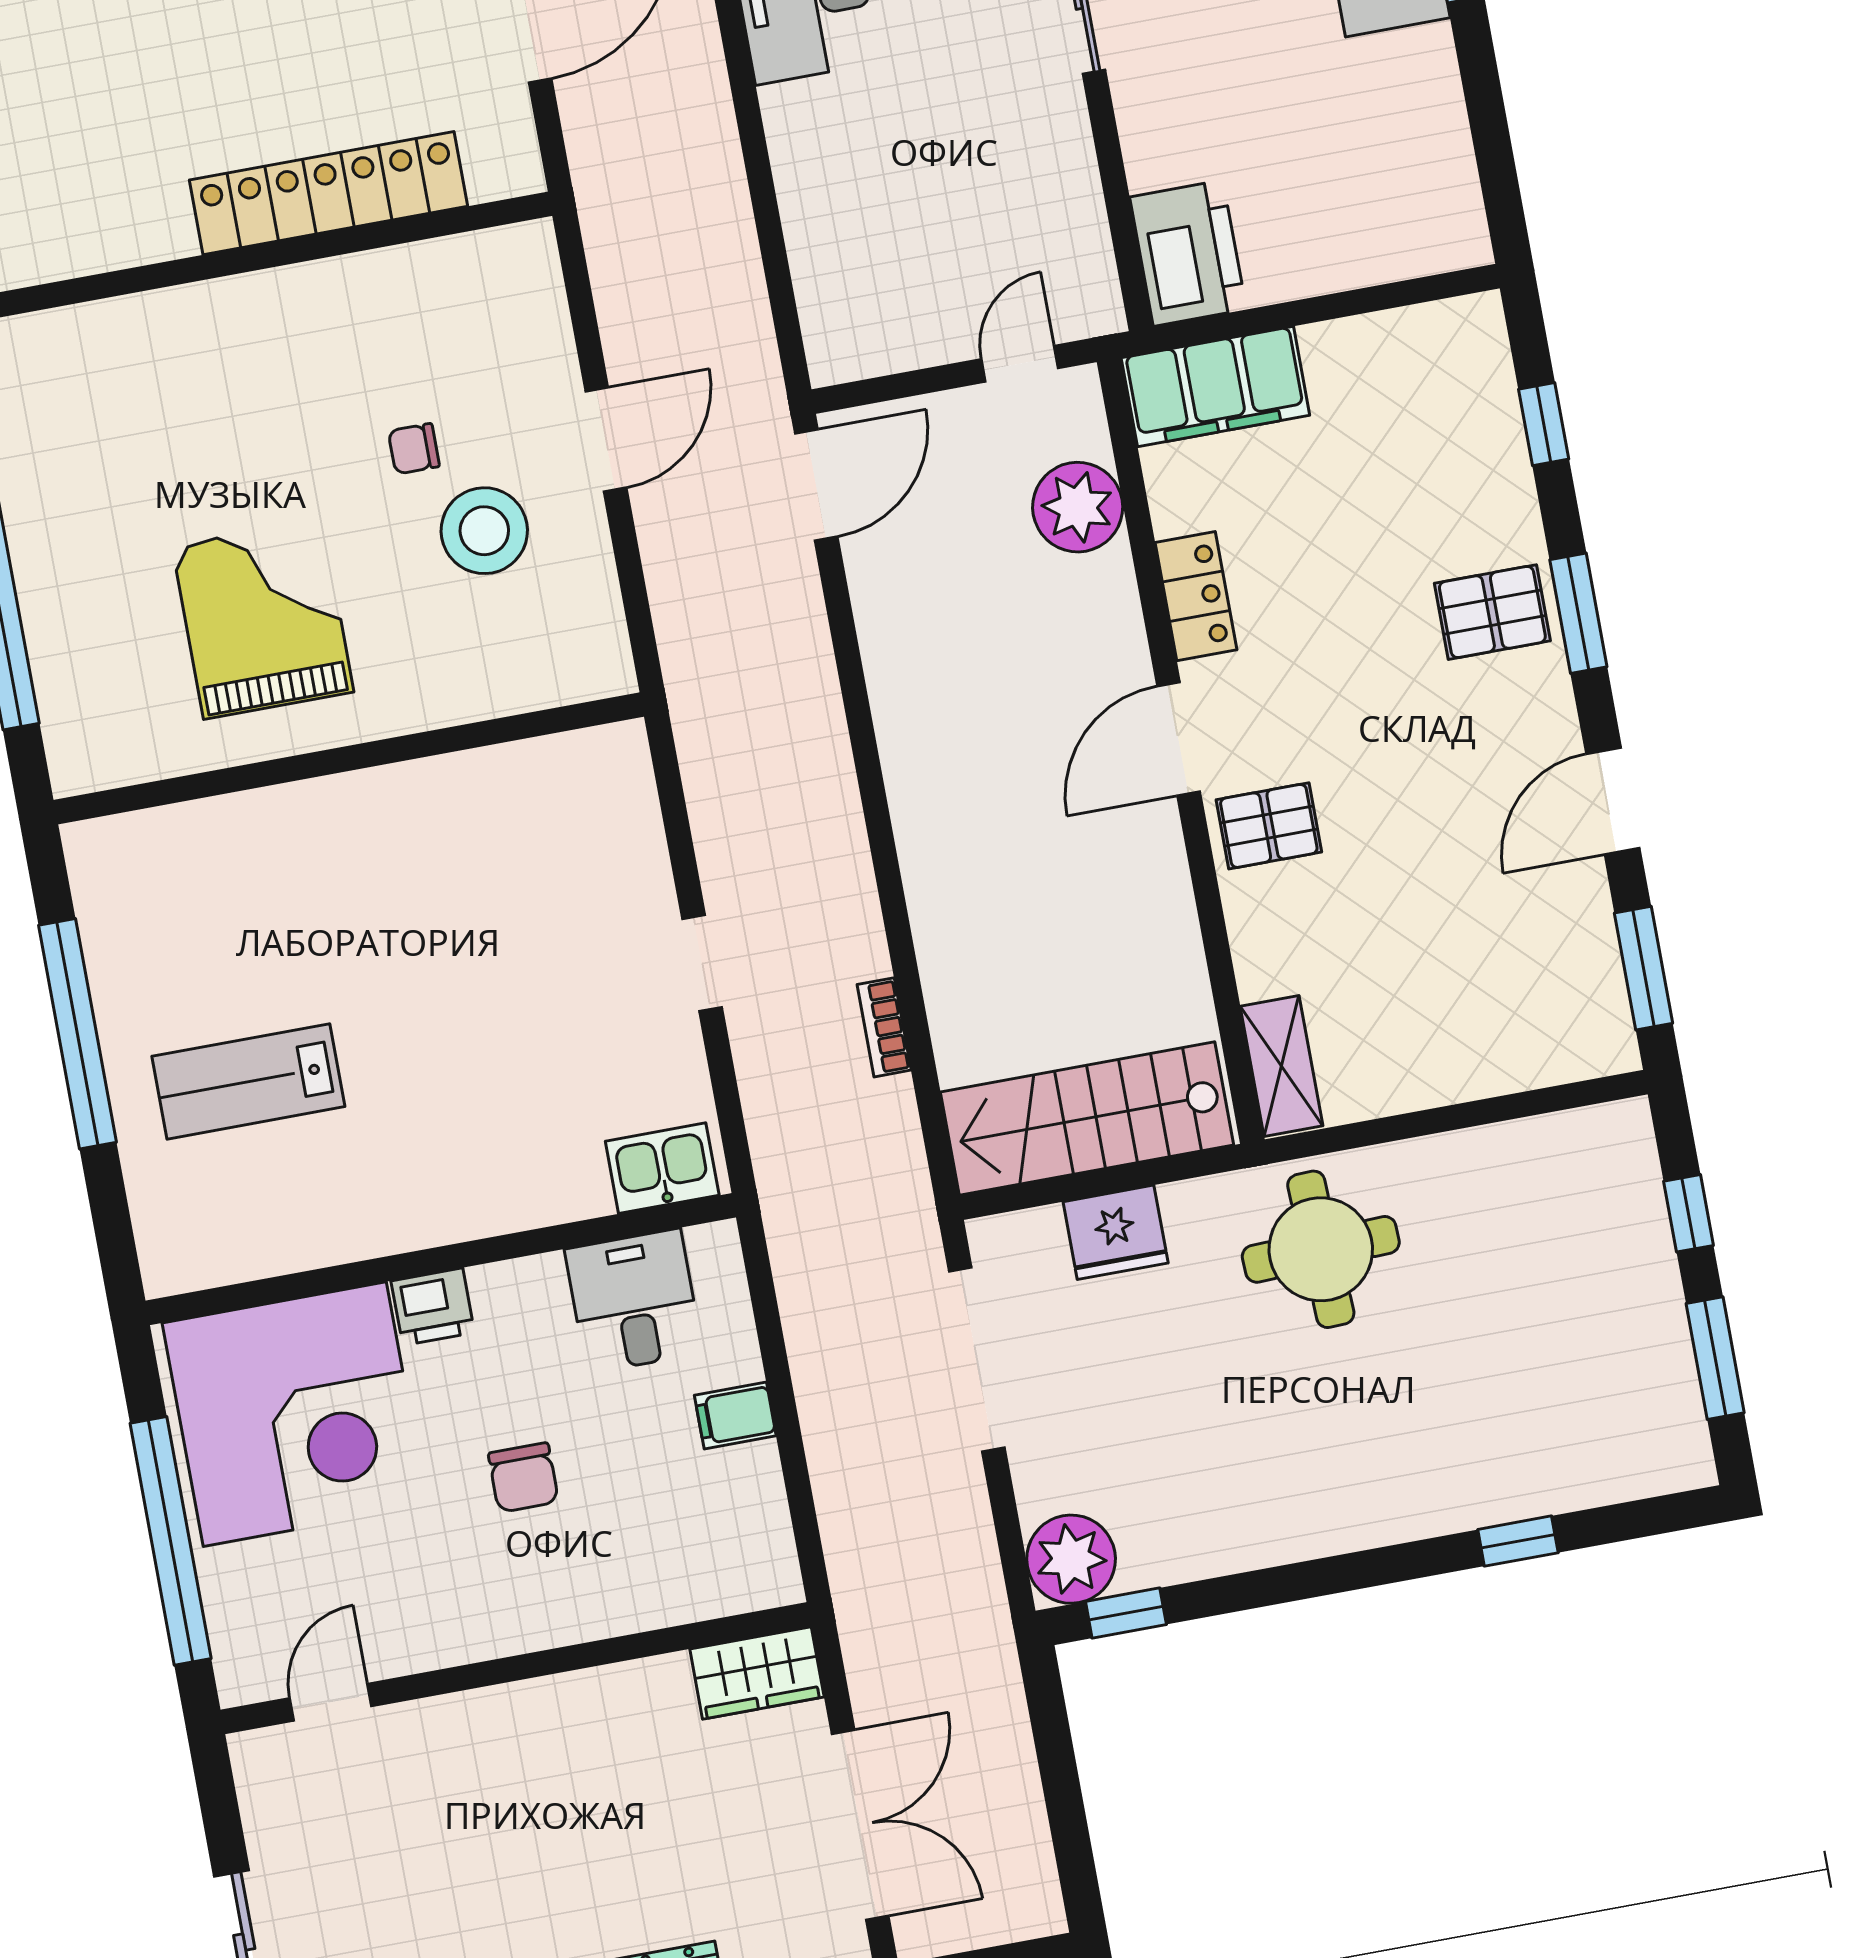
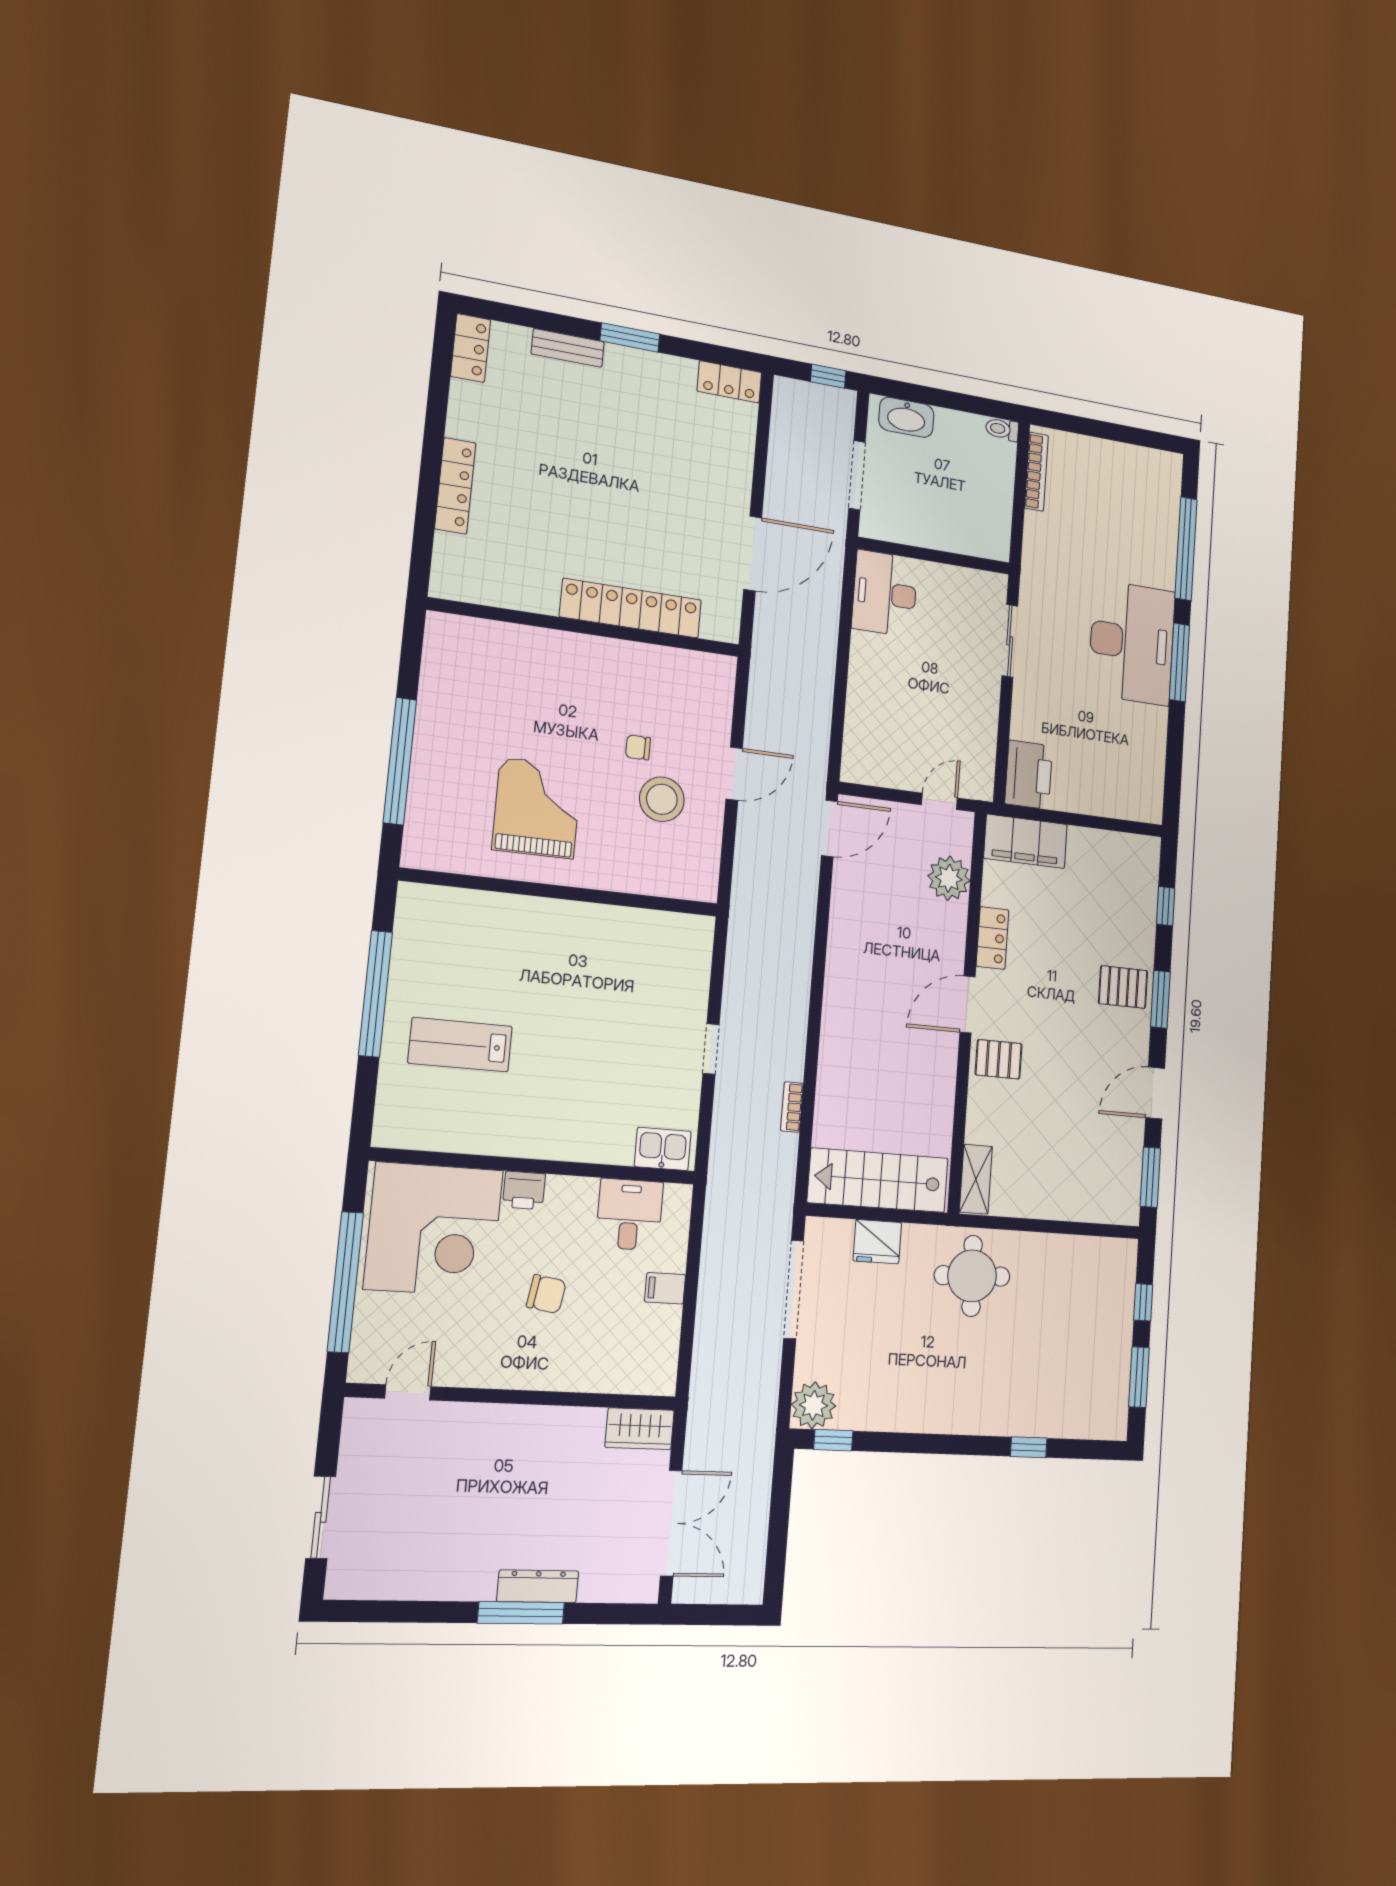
chair: (523, 1478) -> (546, 1294), turned -81

